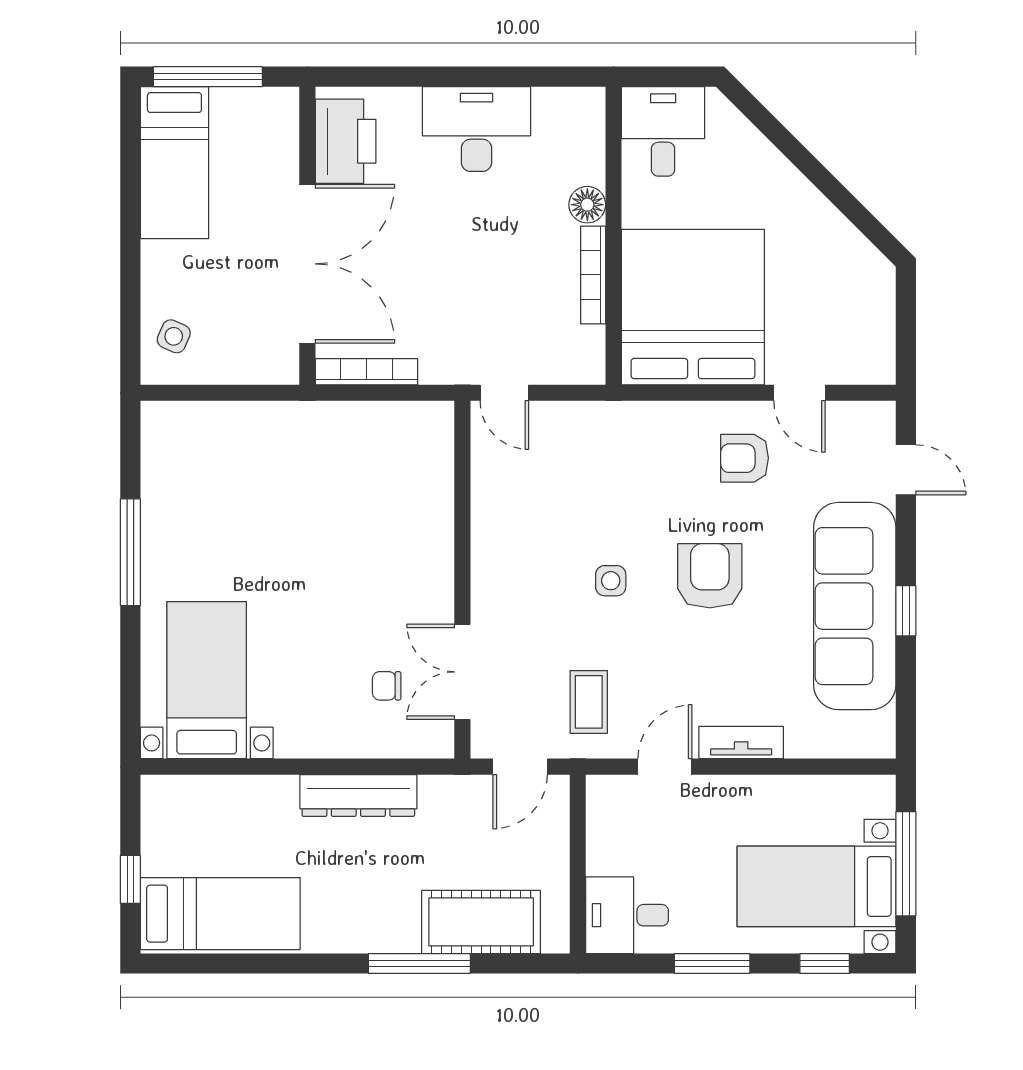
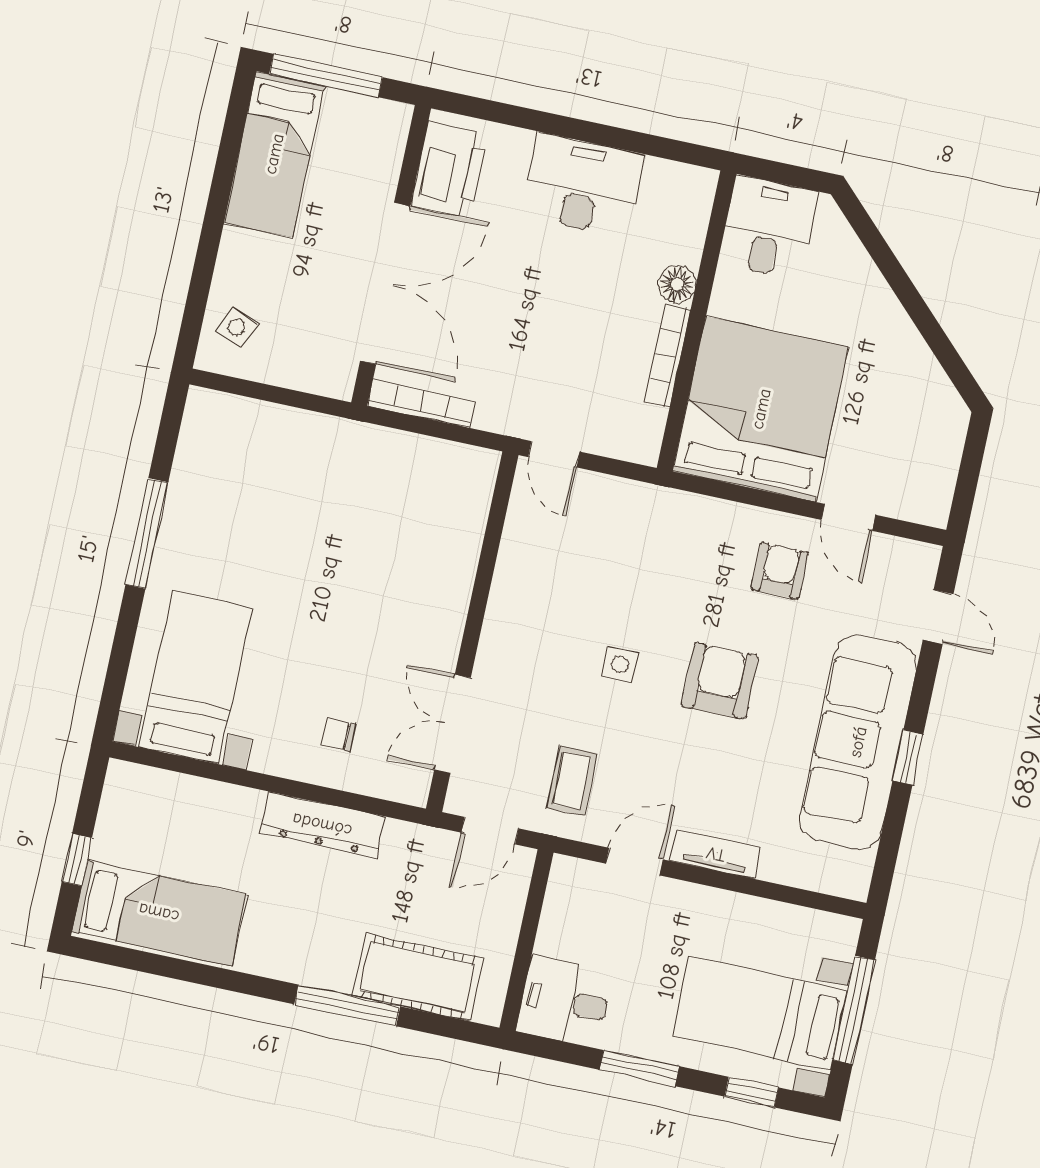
armchair: (745, 458) -> (780, 571), turned 90
chair: (387, 686) -> (339, 735), moved

